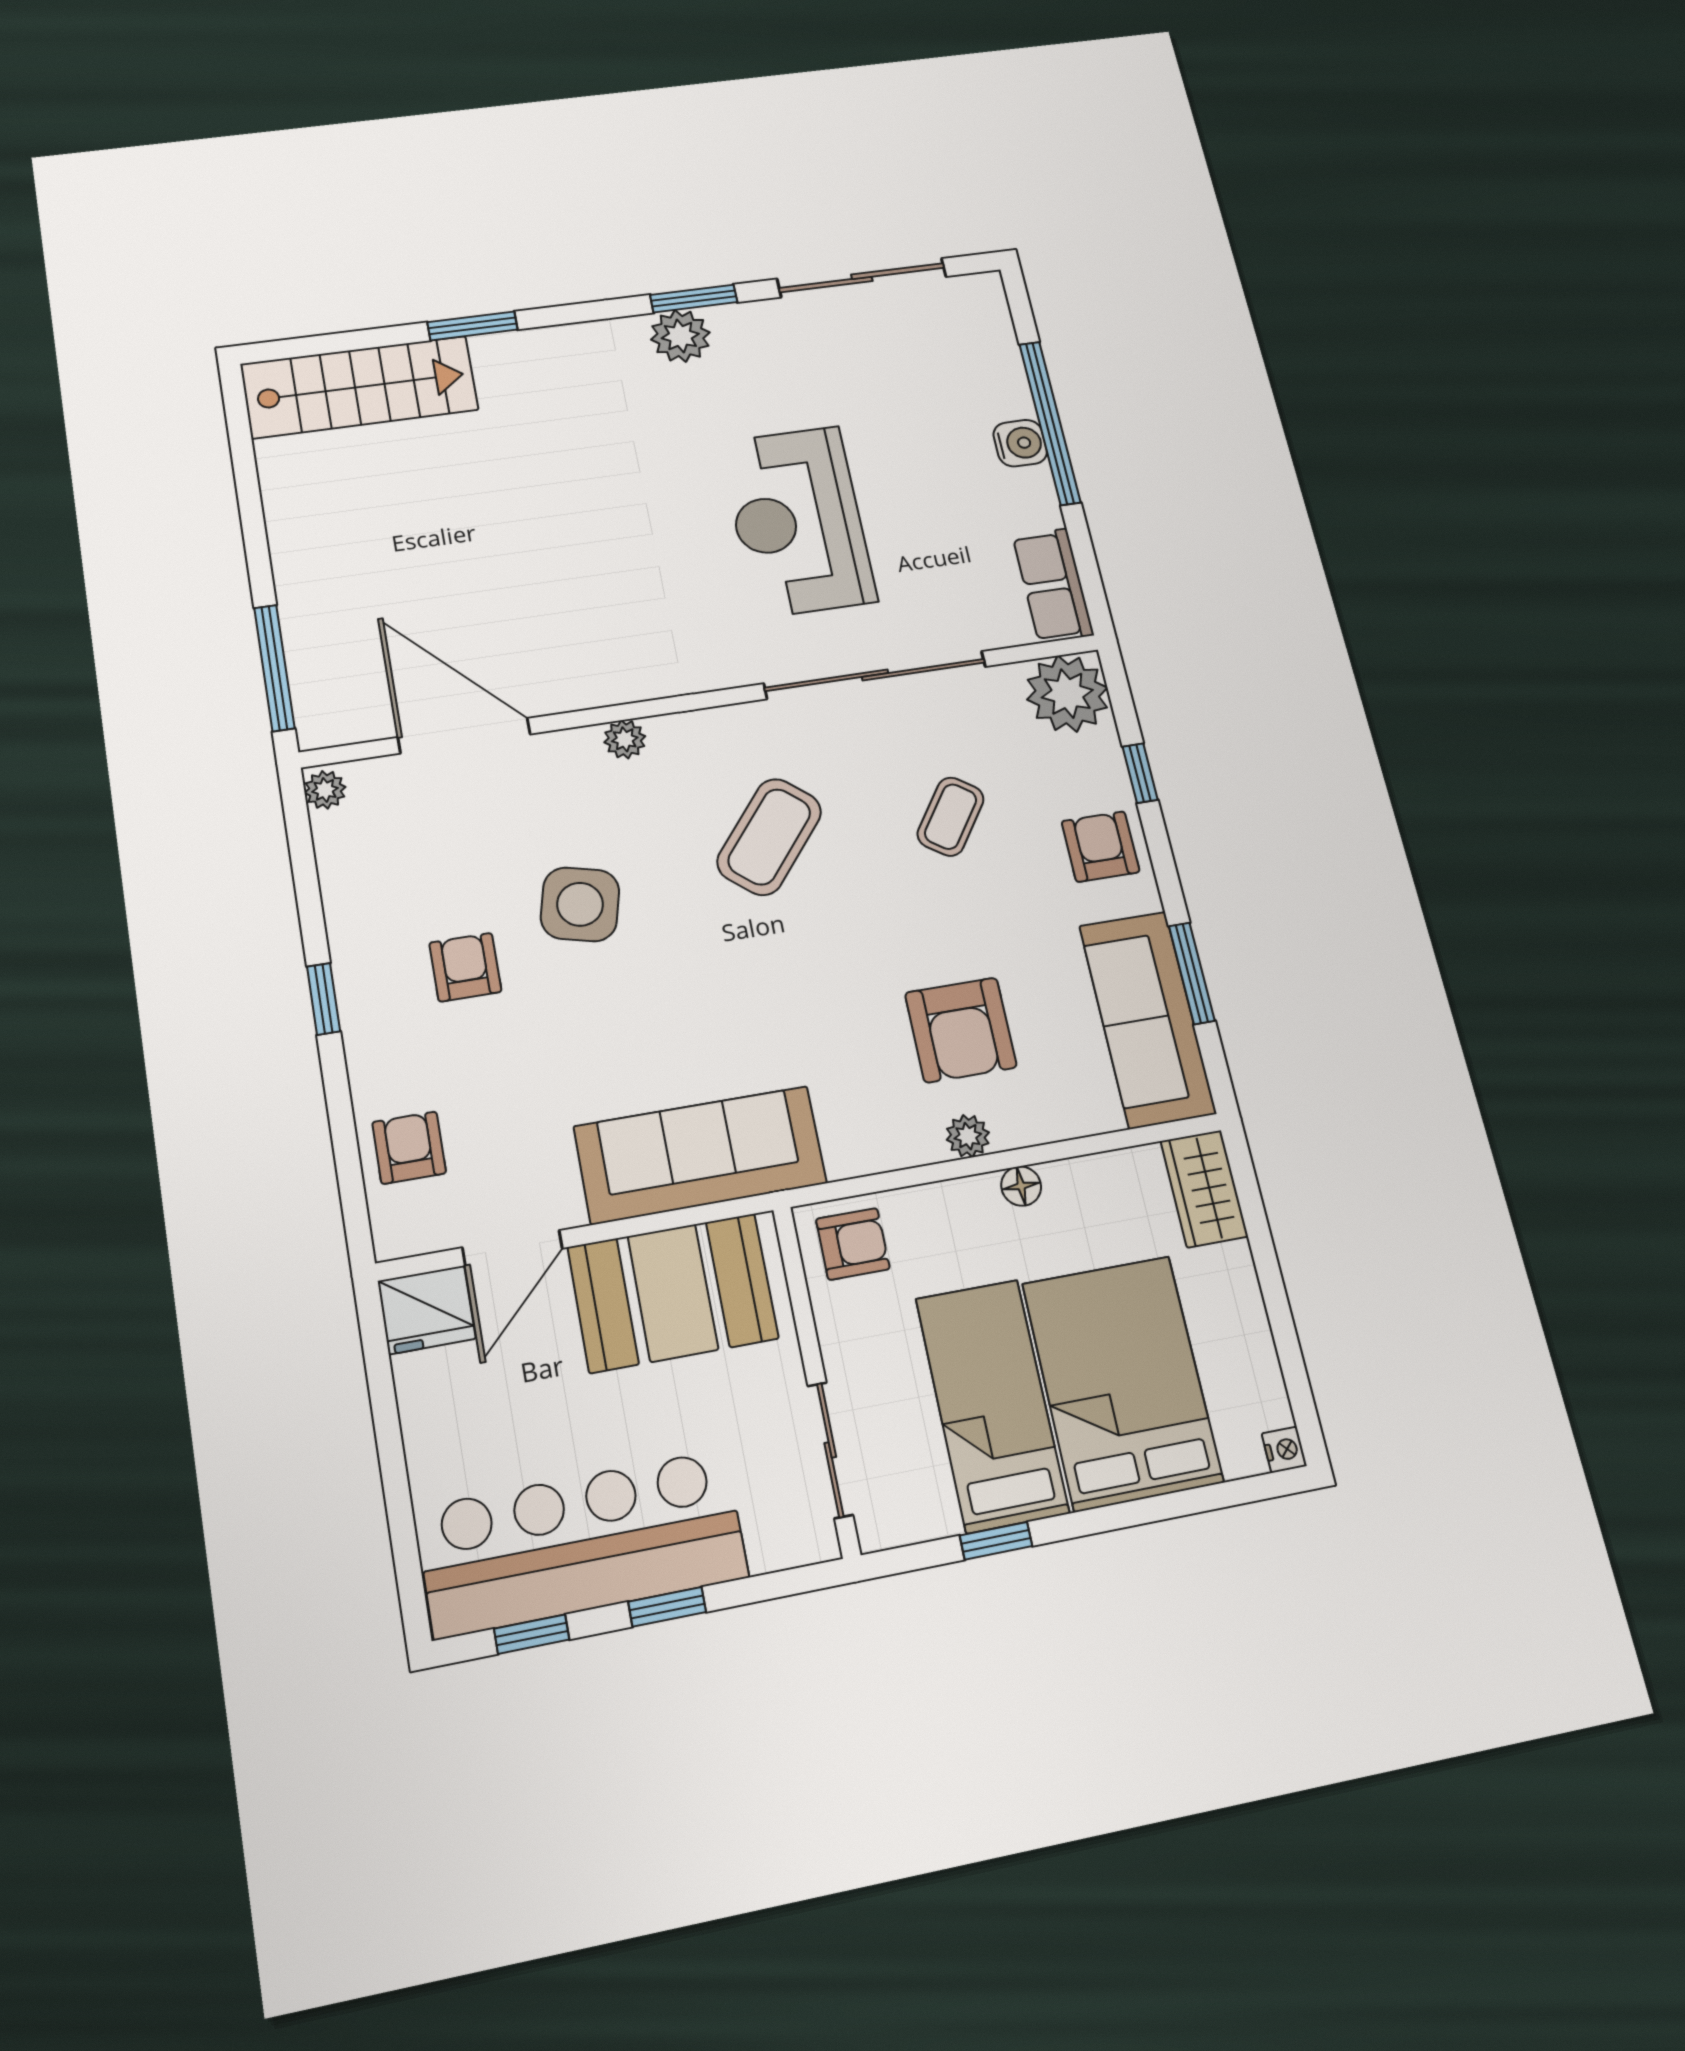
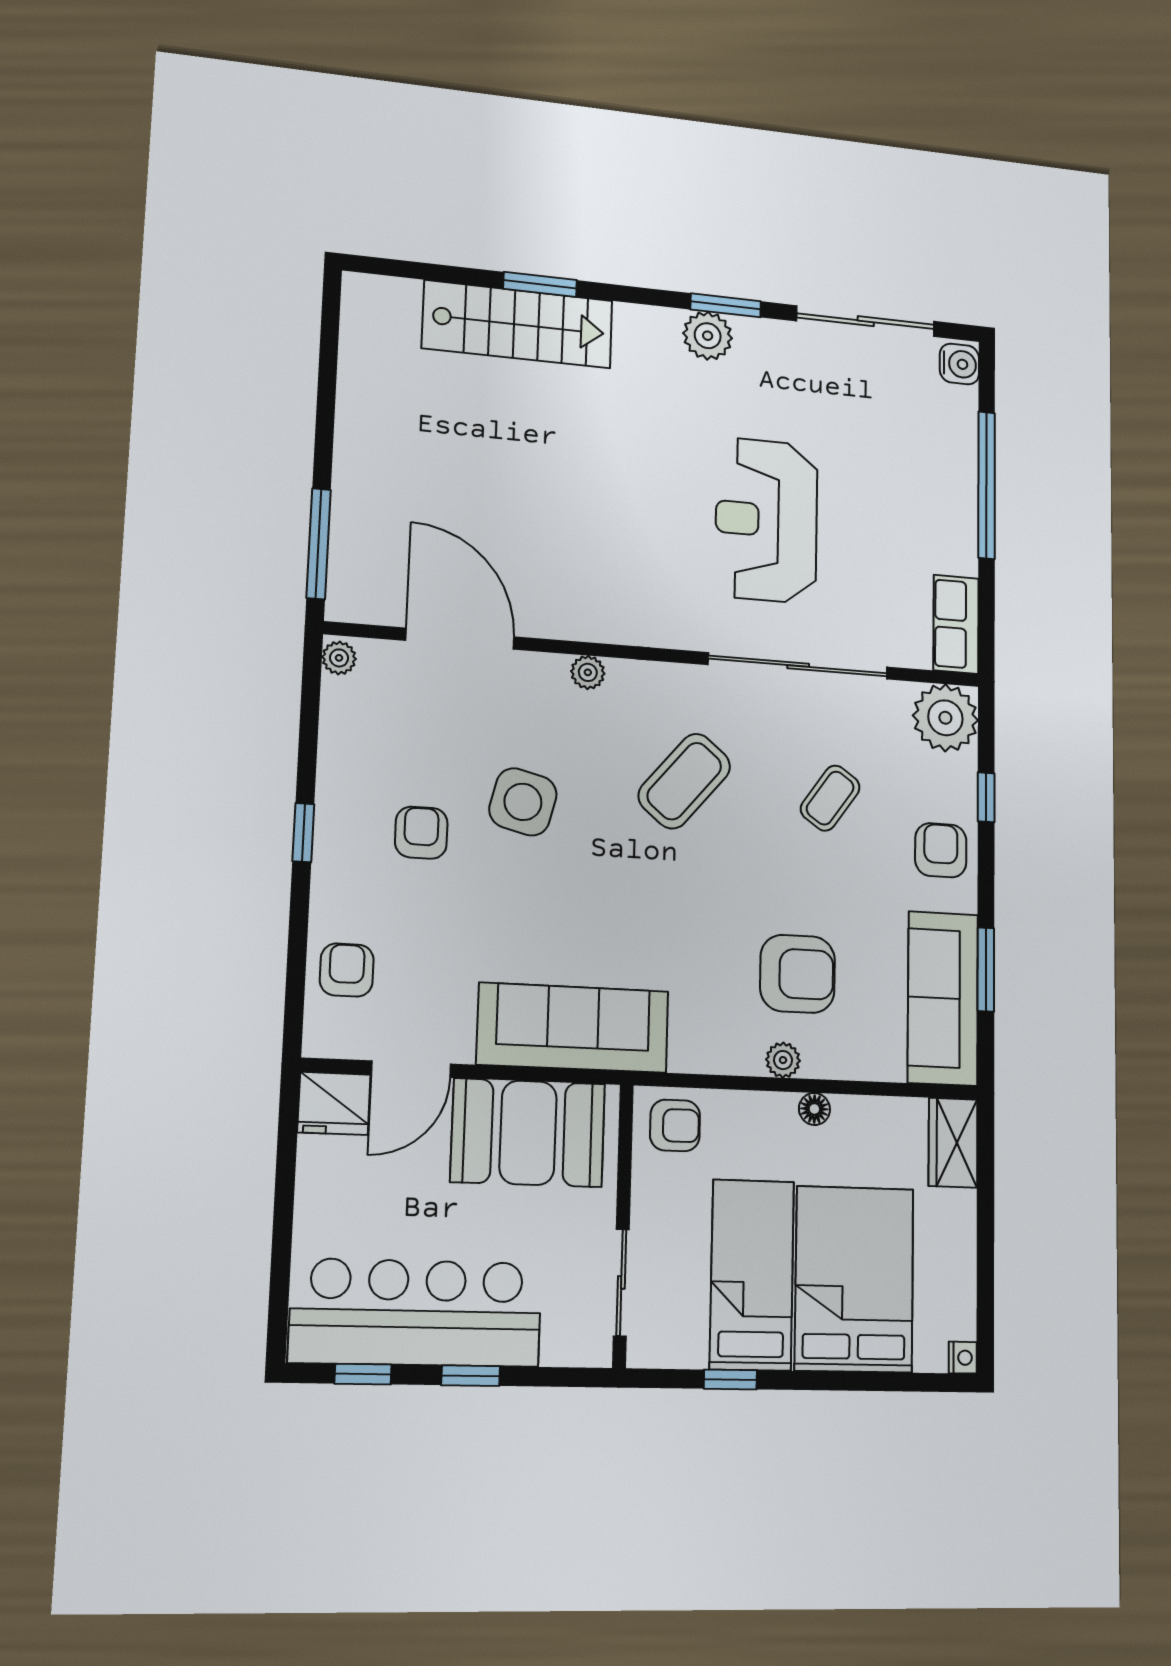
stairs: (359, 387) -> (518, 324), moved
water cooler: (1020, 443) -> (959, 364), moved
armchair: (961, 1030) -> (797, 974), turned -90

